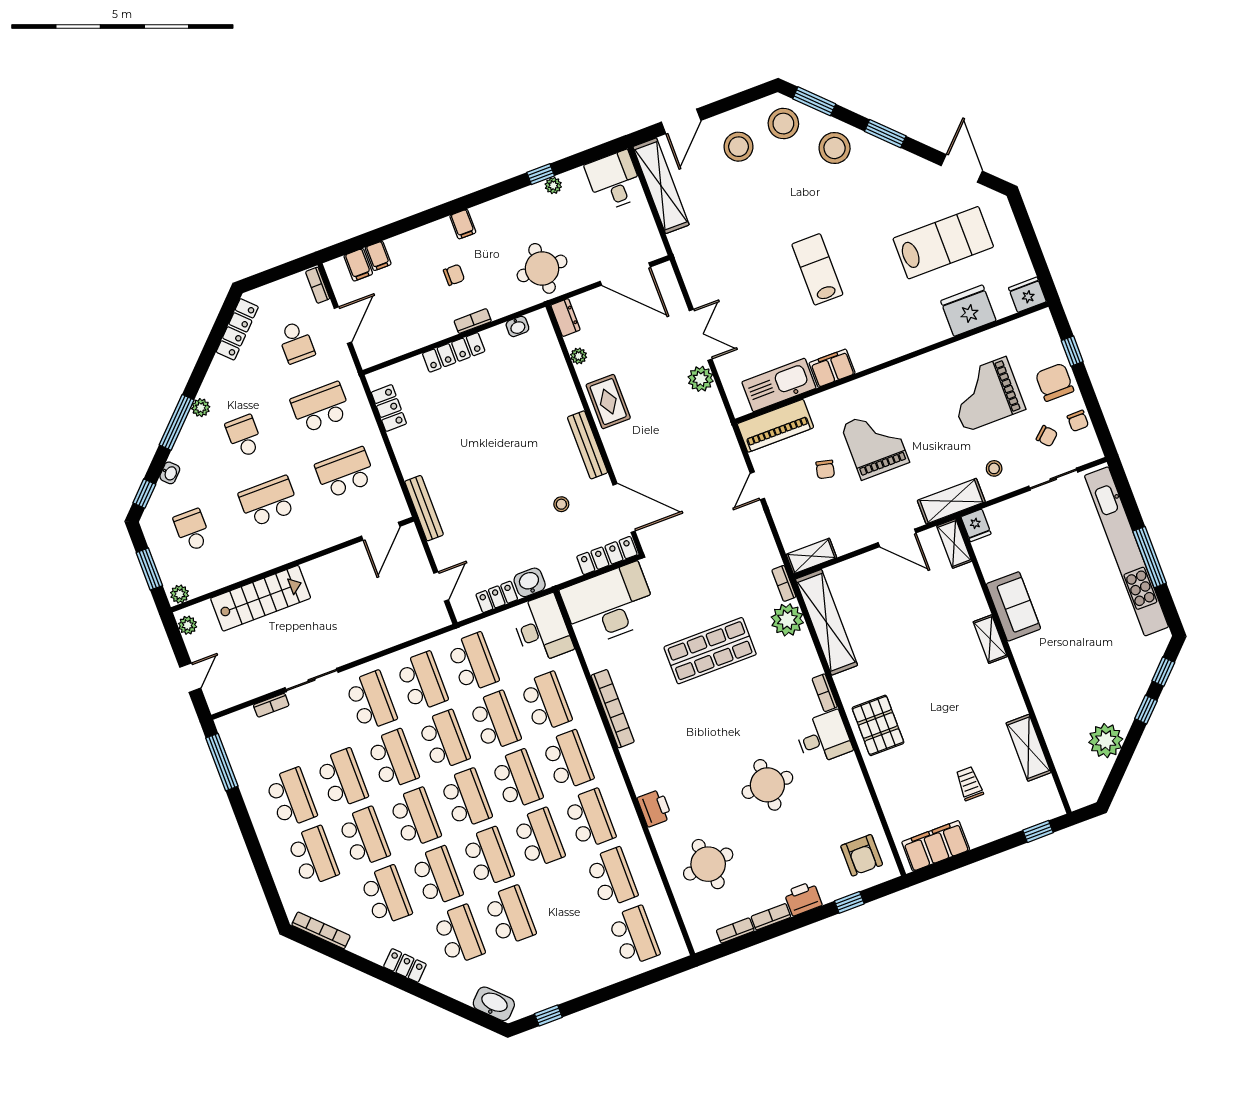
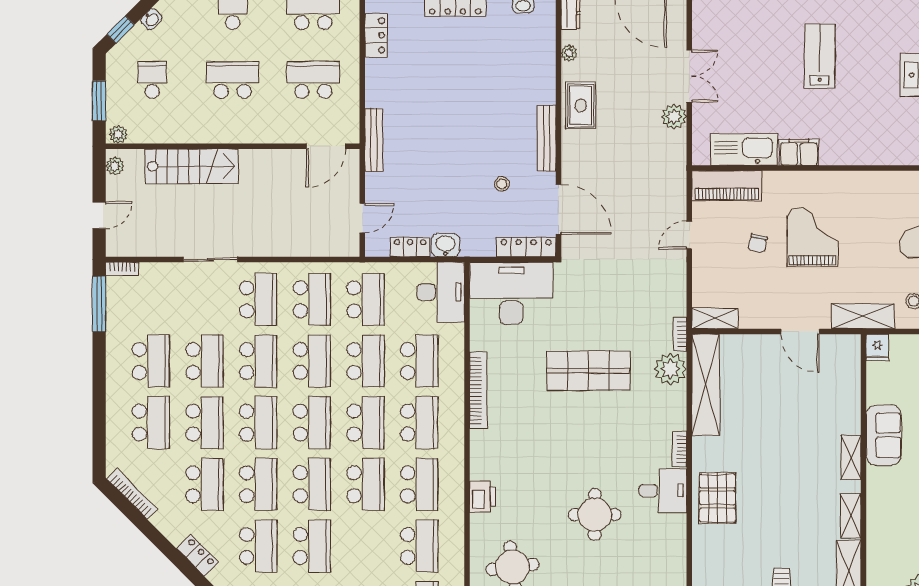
shelving: (954, 544) -> (851, 516), moved
bookcase: (271, 705) -> (122, 269), moved

